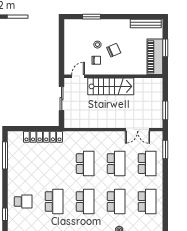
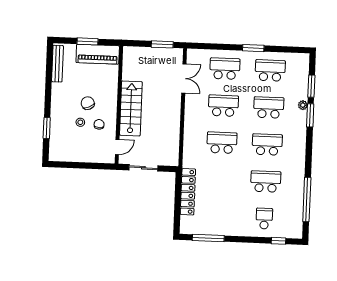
door: (78, 76) -> (117, 147), swing flipped
window: (165, 149) -> (253, 48), moved

